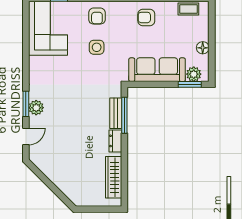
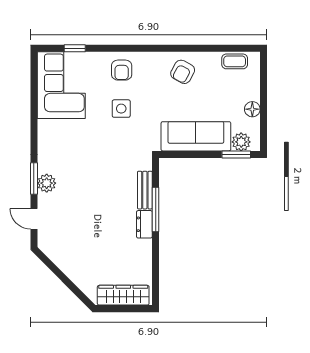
armchair: (146, 17) -> (183, 72), turned -62
window: (124, 115) -> (156, 209), moved
door: (26, 136) -> (34, 219), swing flipped
wardrobe: (114, 177) -> (123, 295), moved, turned 90

